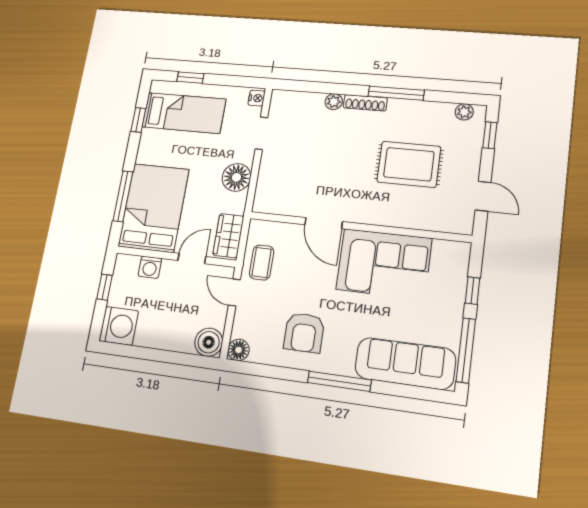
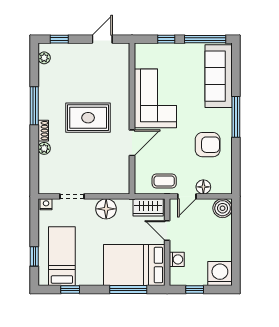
shoe rack: (365, 103) -> (43, 131), width x0.70
rug: (409, 164) -> (88, 118), moved, turned 90
floor lamp: (238, 350) -> (203, 187), moved

